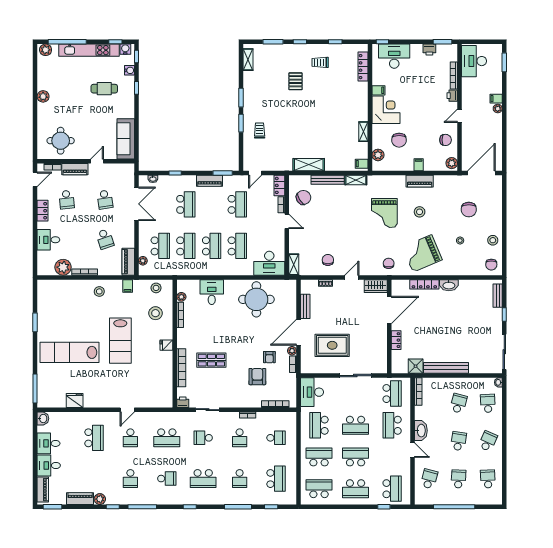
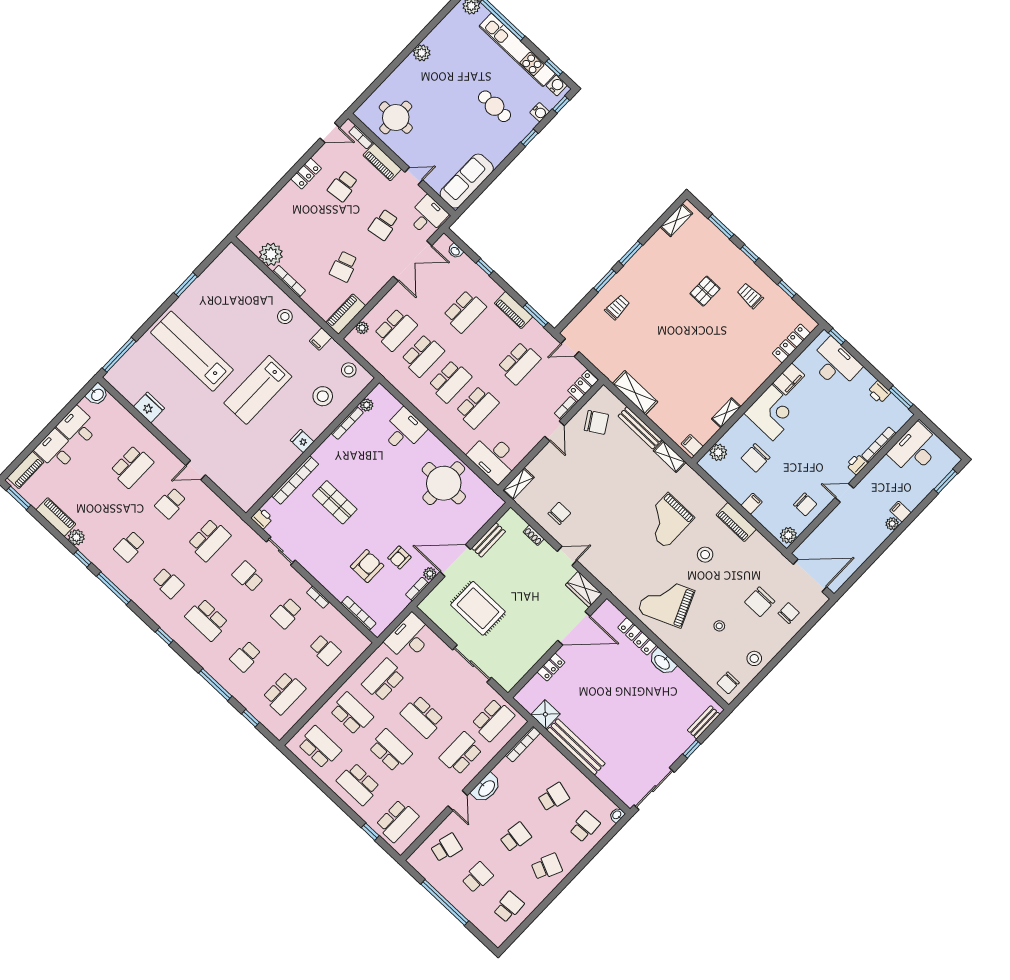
filing cabinet: (378, 90) -> (789, 379), width x2.00
desk: (48, 240) -> (427, 216), moved, turned 90
chair: (389, 263) -> (789, 613), moved
school desk: (167, 438) -> (209, 540), turned -90

